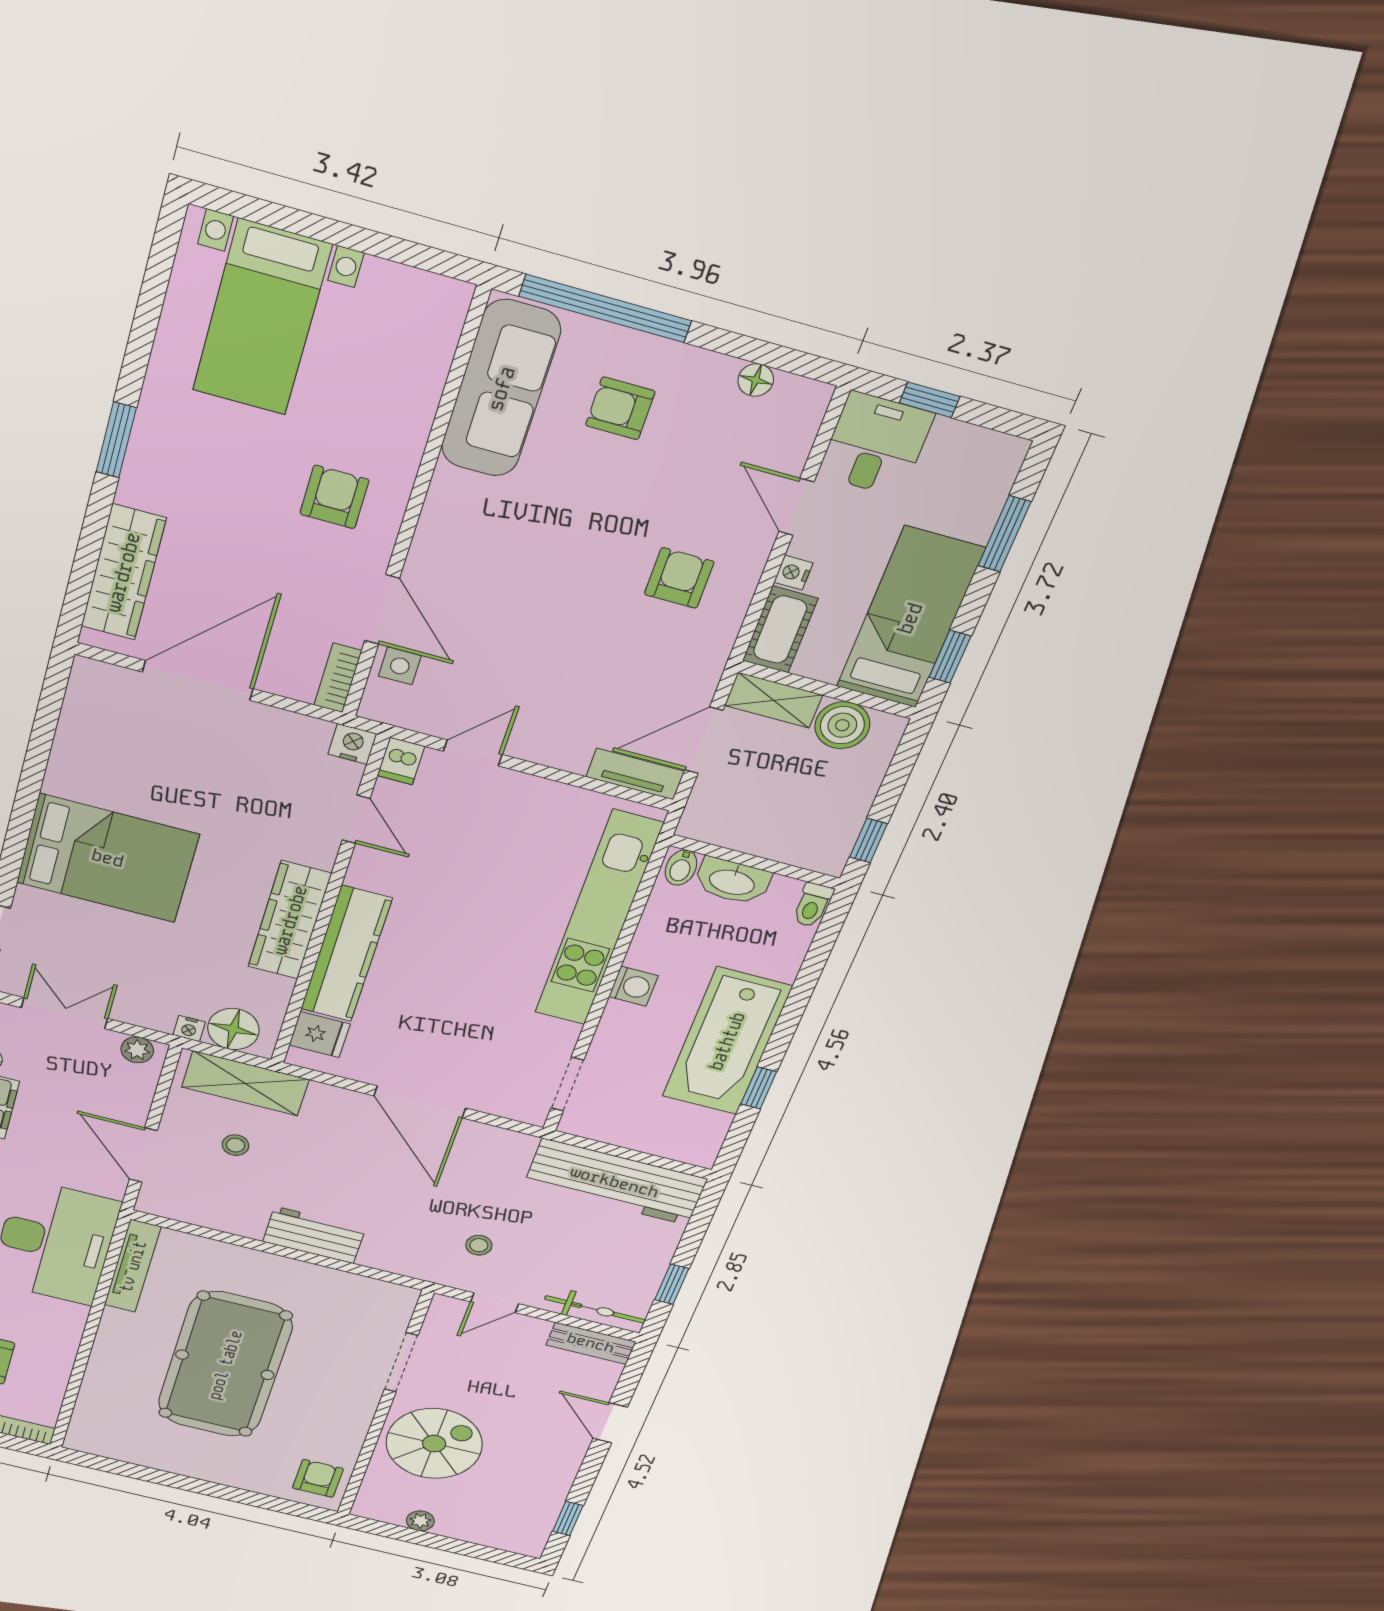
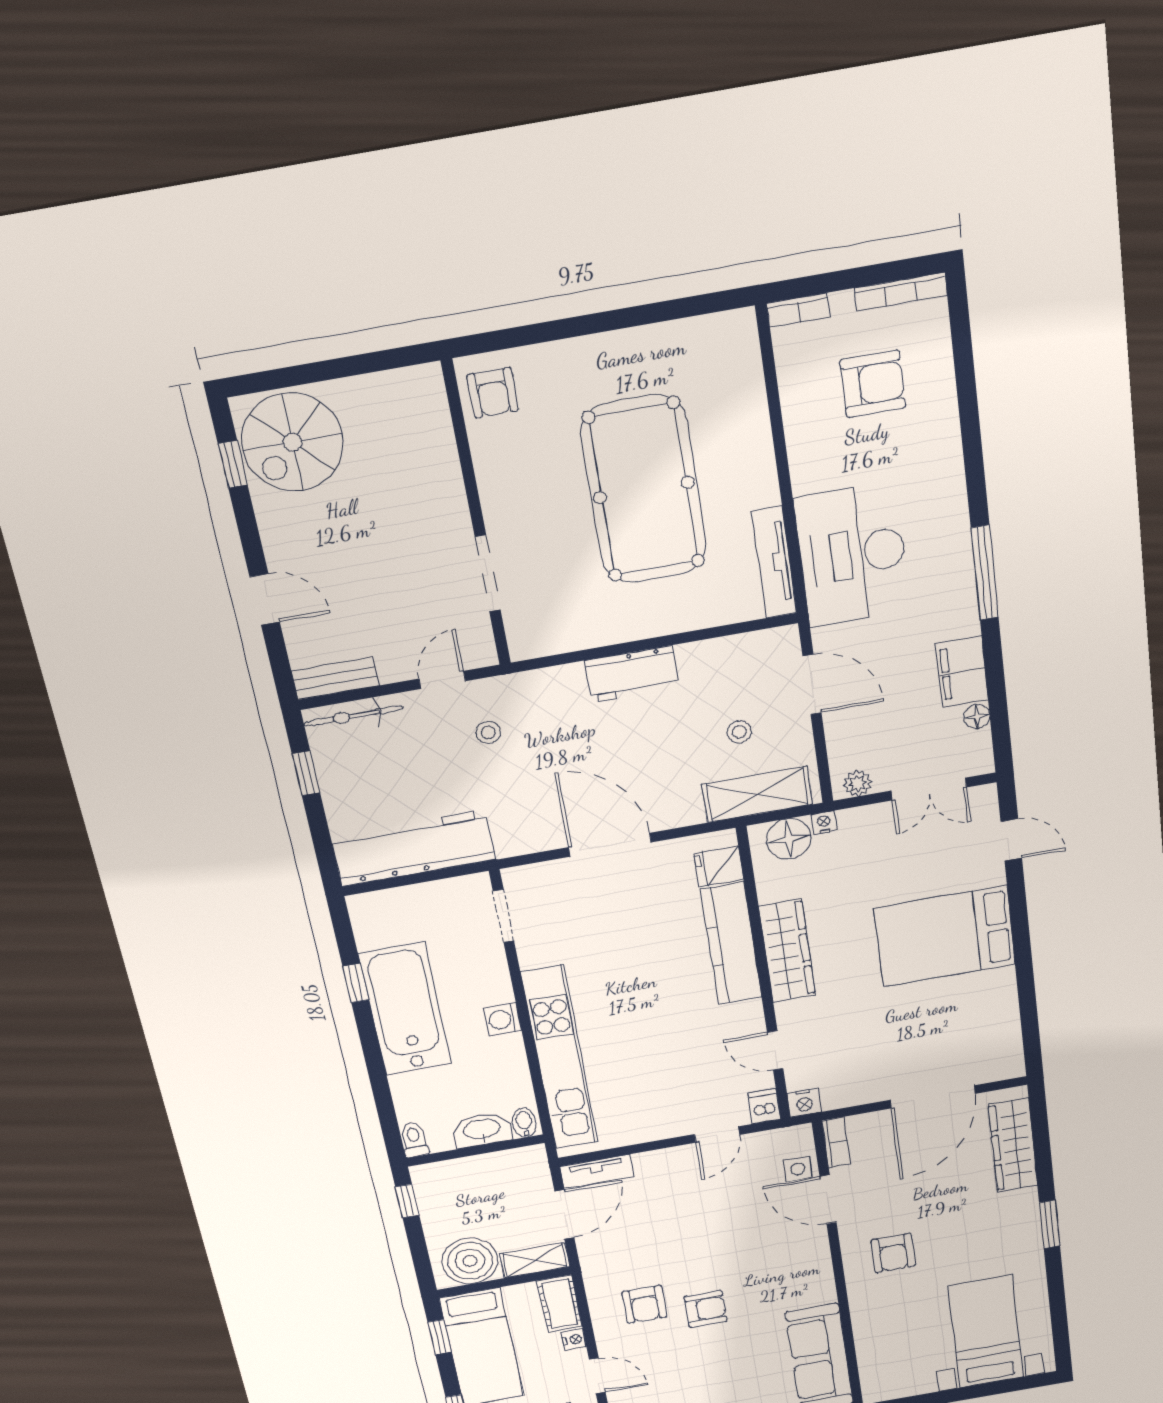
armchair: (620, 408) -> (706, 1309), moved
boiler: (842, 725) -> (470, 1261), width x1.37, depth x1.37
spiral stairs: (434, 1444) -> (292, 442), moved
plant: (420, 1521) -> (368, 388), removed

